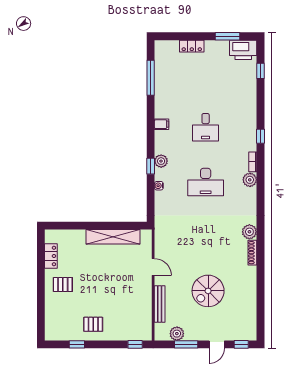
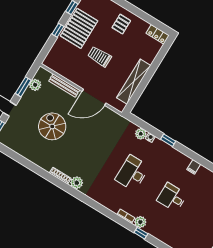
plant: (161, 161) -> (141, 134), moved
plant: (250, 180) -> (140, 222), moved
locker: (51, 256) -> (158, 34), moved
door: (153, 267) -> (94, 97), width x1.87
trolley: (109, 286) -> (100, 57), added
pallet: (93, 324) -> (79, 28), width x2.05, depth x2.00
window: (135, 344) -> (58, 30), moved

